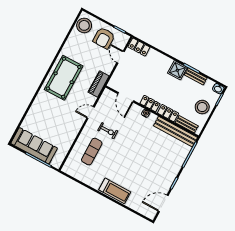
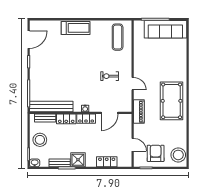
locker: (139, 47) -> (107, 162), moved
door: (126, 97) -> (110, 113), swing flipped
door: (91, 113) -> (133, 84), hinge flipped
exercise mat: (92, 152) -> (118, 37), moved
treadmill: (115, 191) -> (76, 28), turned 180

